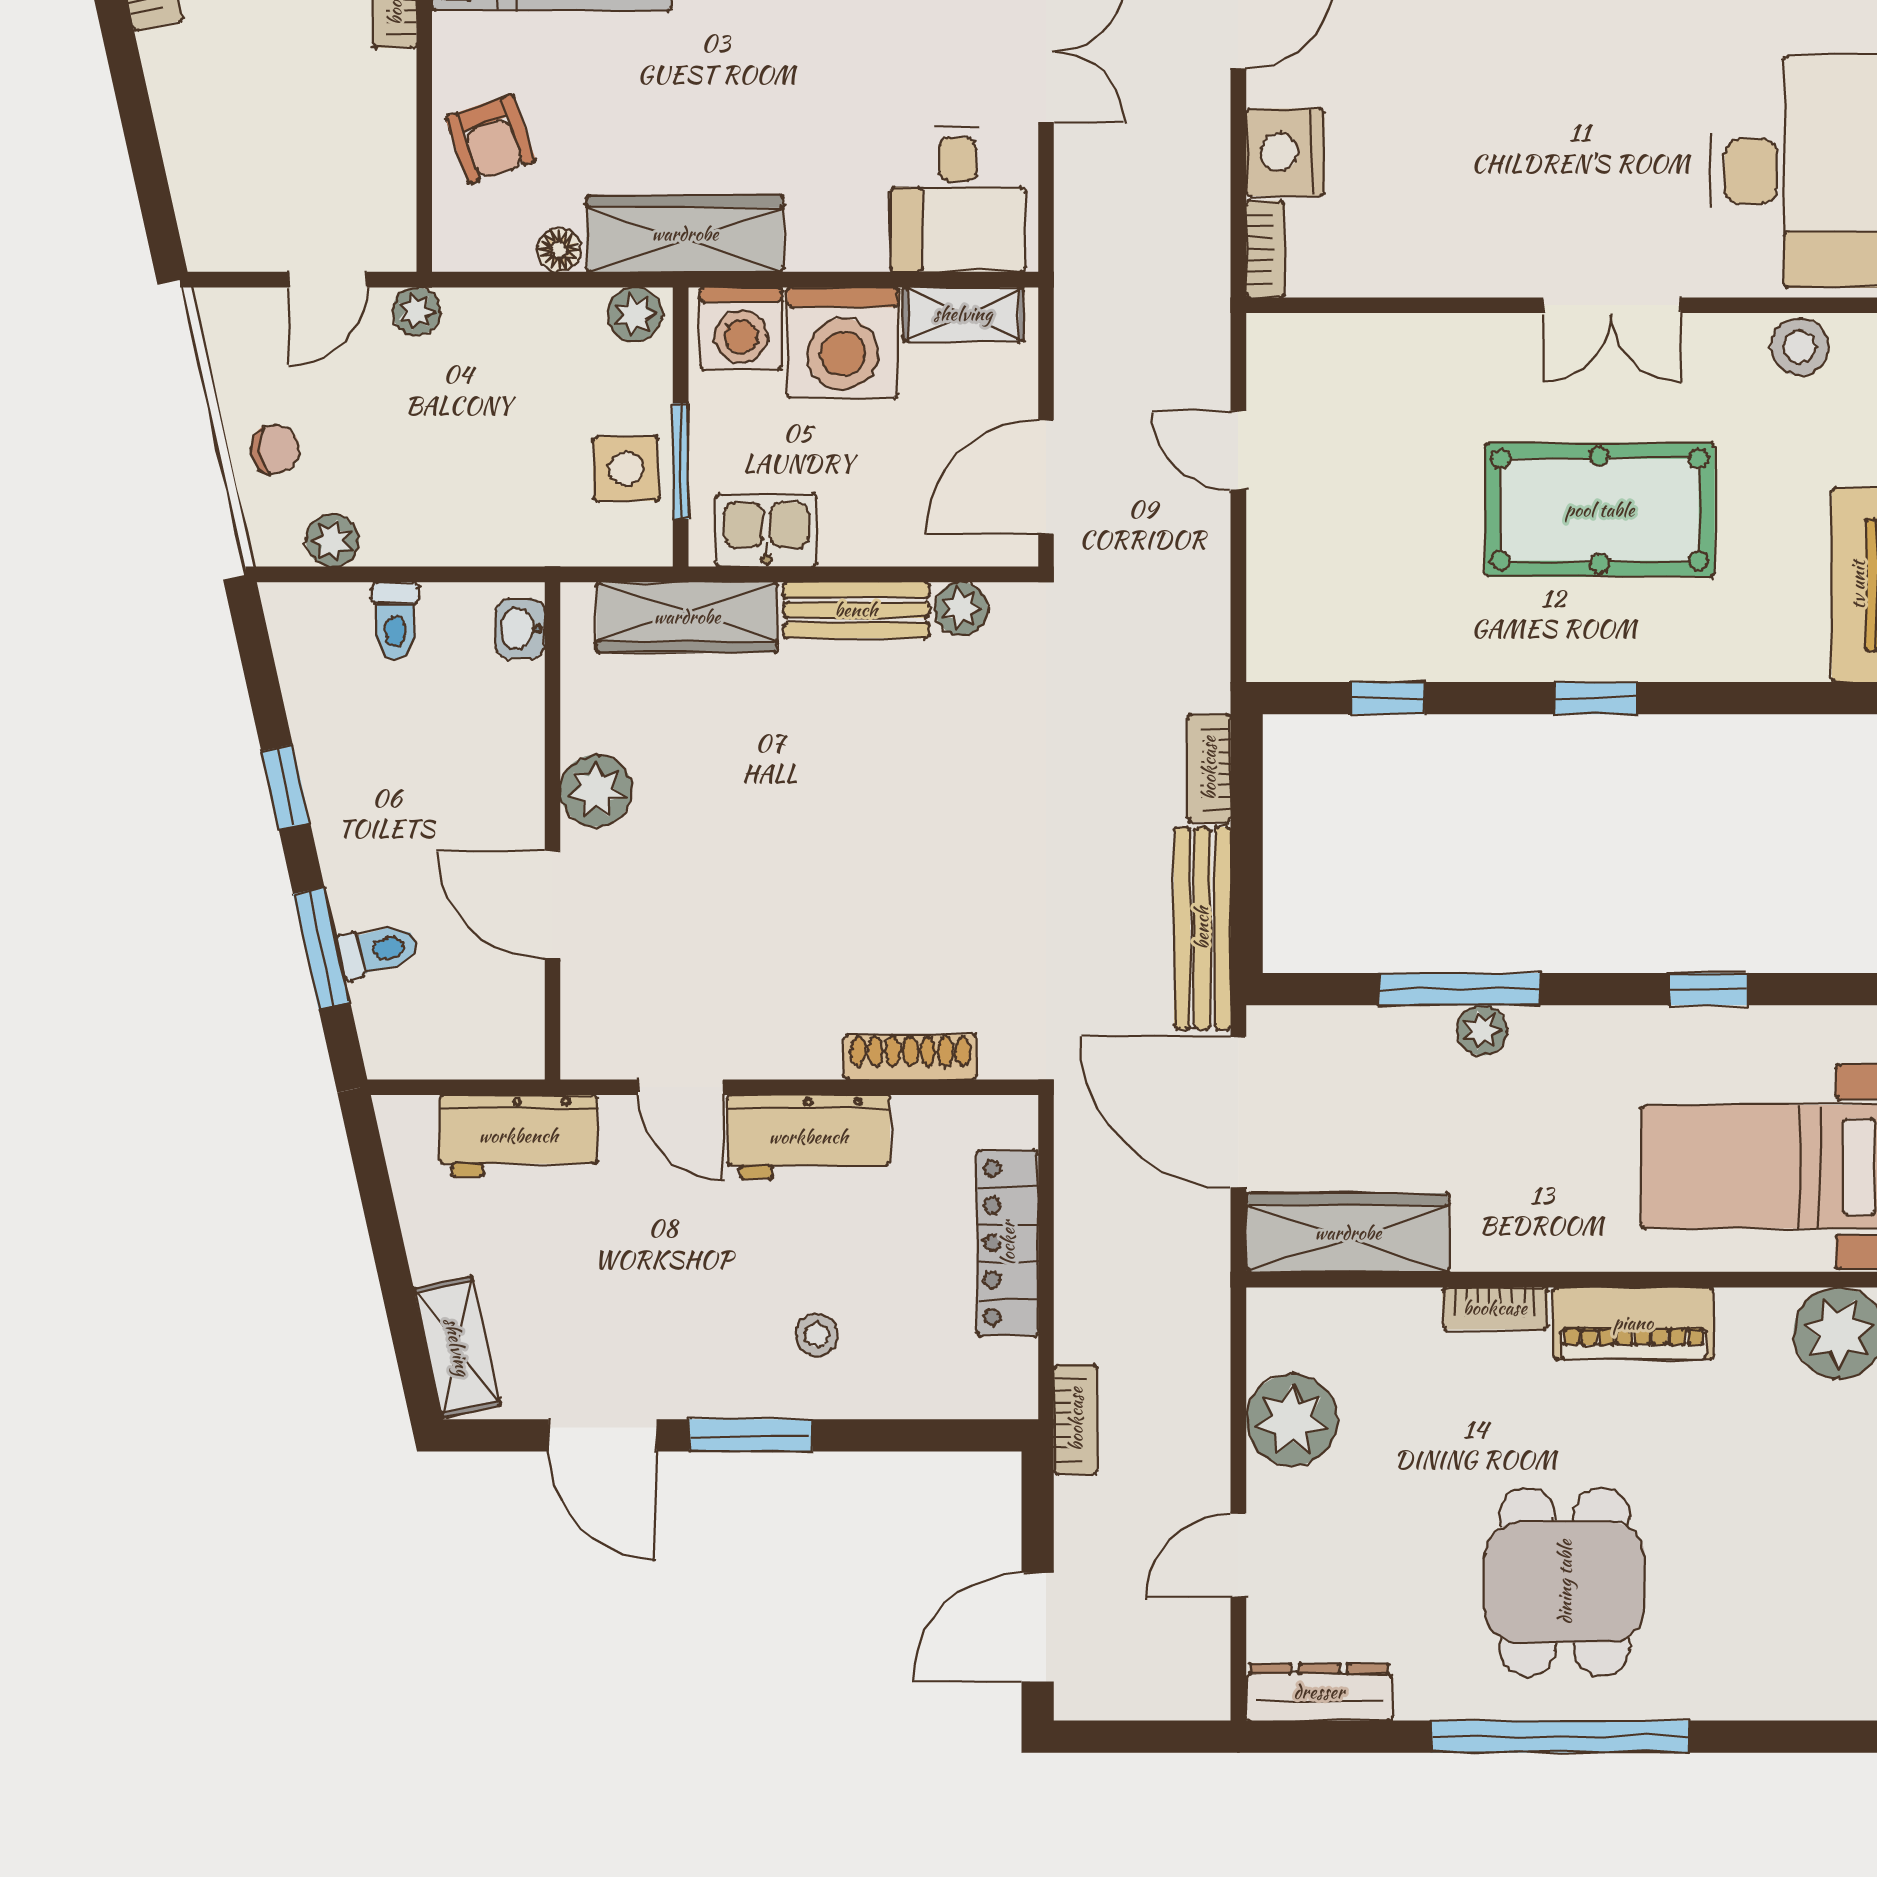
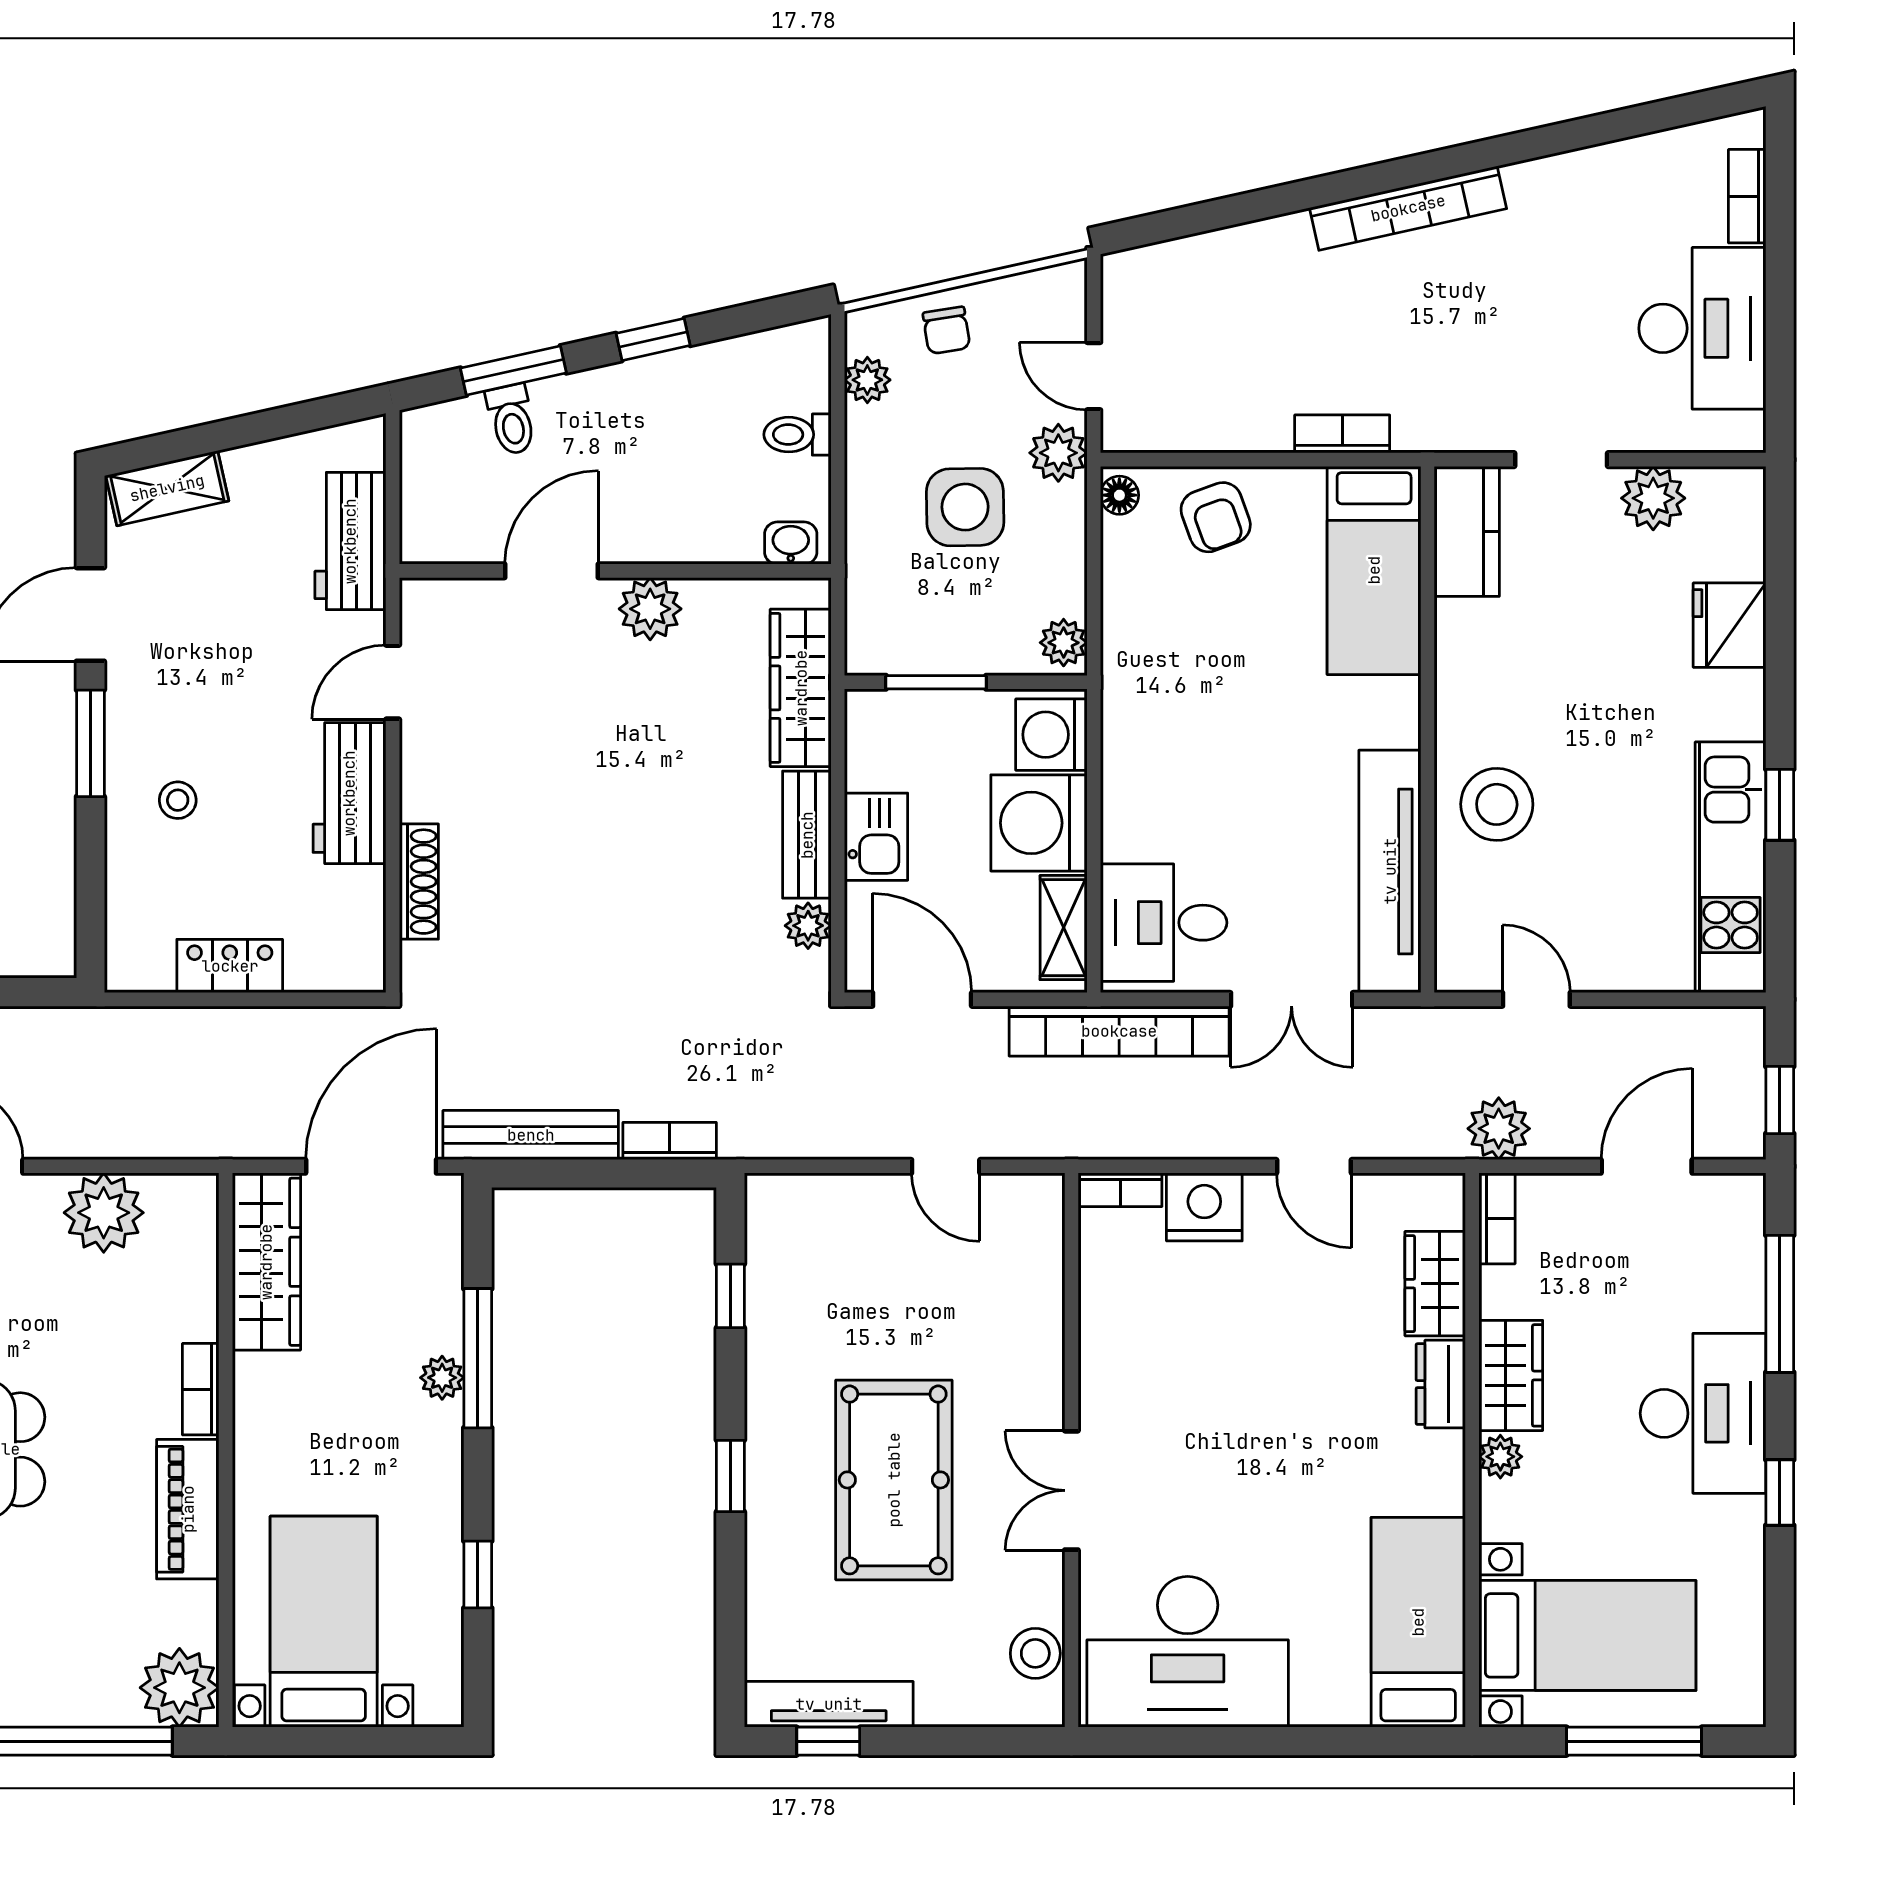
armchair: (491, 139) -> (1216, 517), turned -91
wardrobe: (685, 234) -> (1134, 686), removed
floor lamp: (559, 250) -> (1119, 495), moved
plant: (416, 311) -> (1058, 453), width x1.38, depth x1.38
door: (1238, 450) -> (946, 1166), swing flipped
side table: (626, 469) -> (965, 507), moved, width x1.37, depth x1.37
kitchen sink: (766, 530) -> (876, 837), moved
locker: (1008, 1243) -> (230, 966), width x0.66
bookcase: (1076, 1419) -> (1119, 1031), moved, width x2.31, depth x1.31

